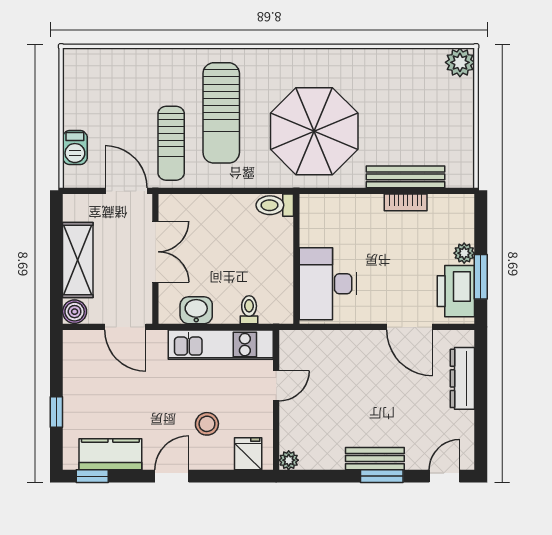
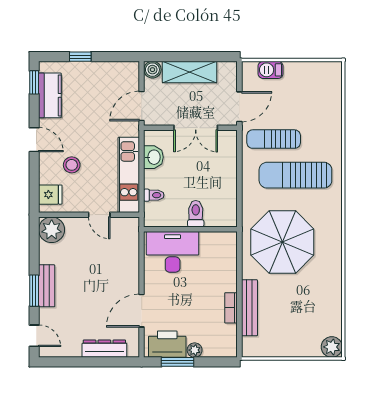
toilet: (275, 205) -> (196, 214), moved
plant: (289, 460) -> (52, 230), width x1.88, depth x1.88

